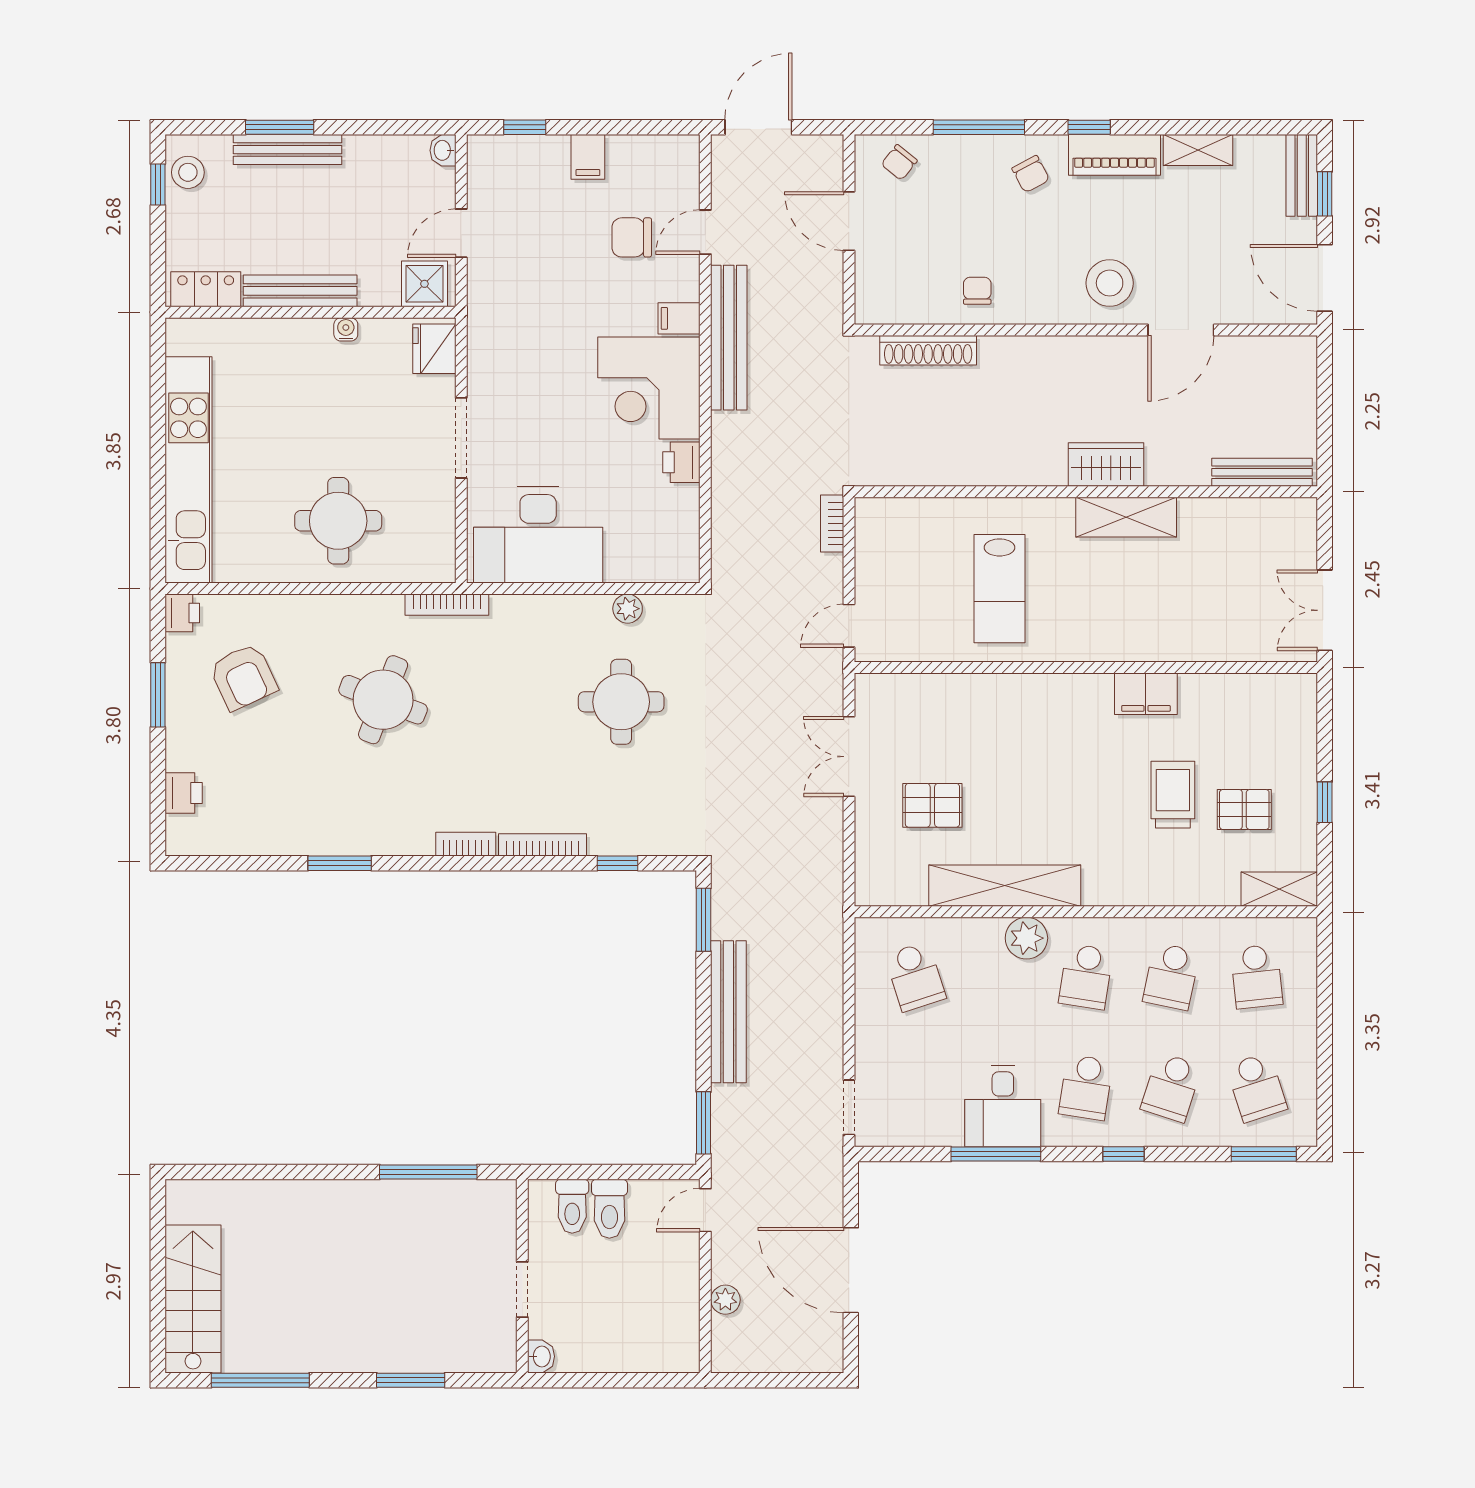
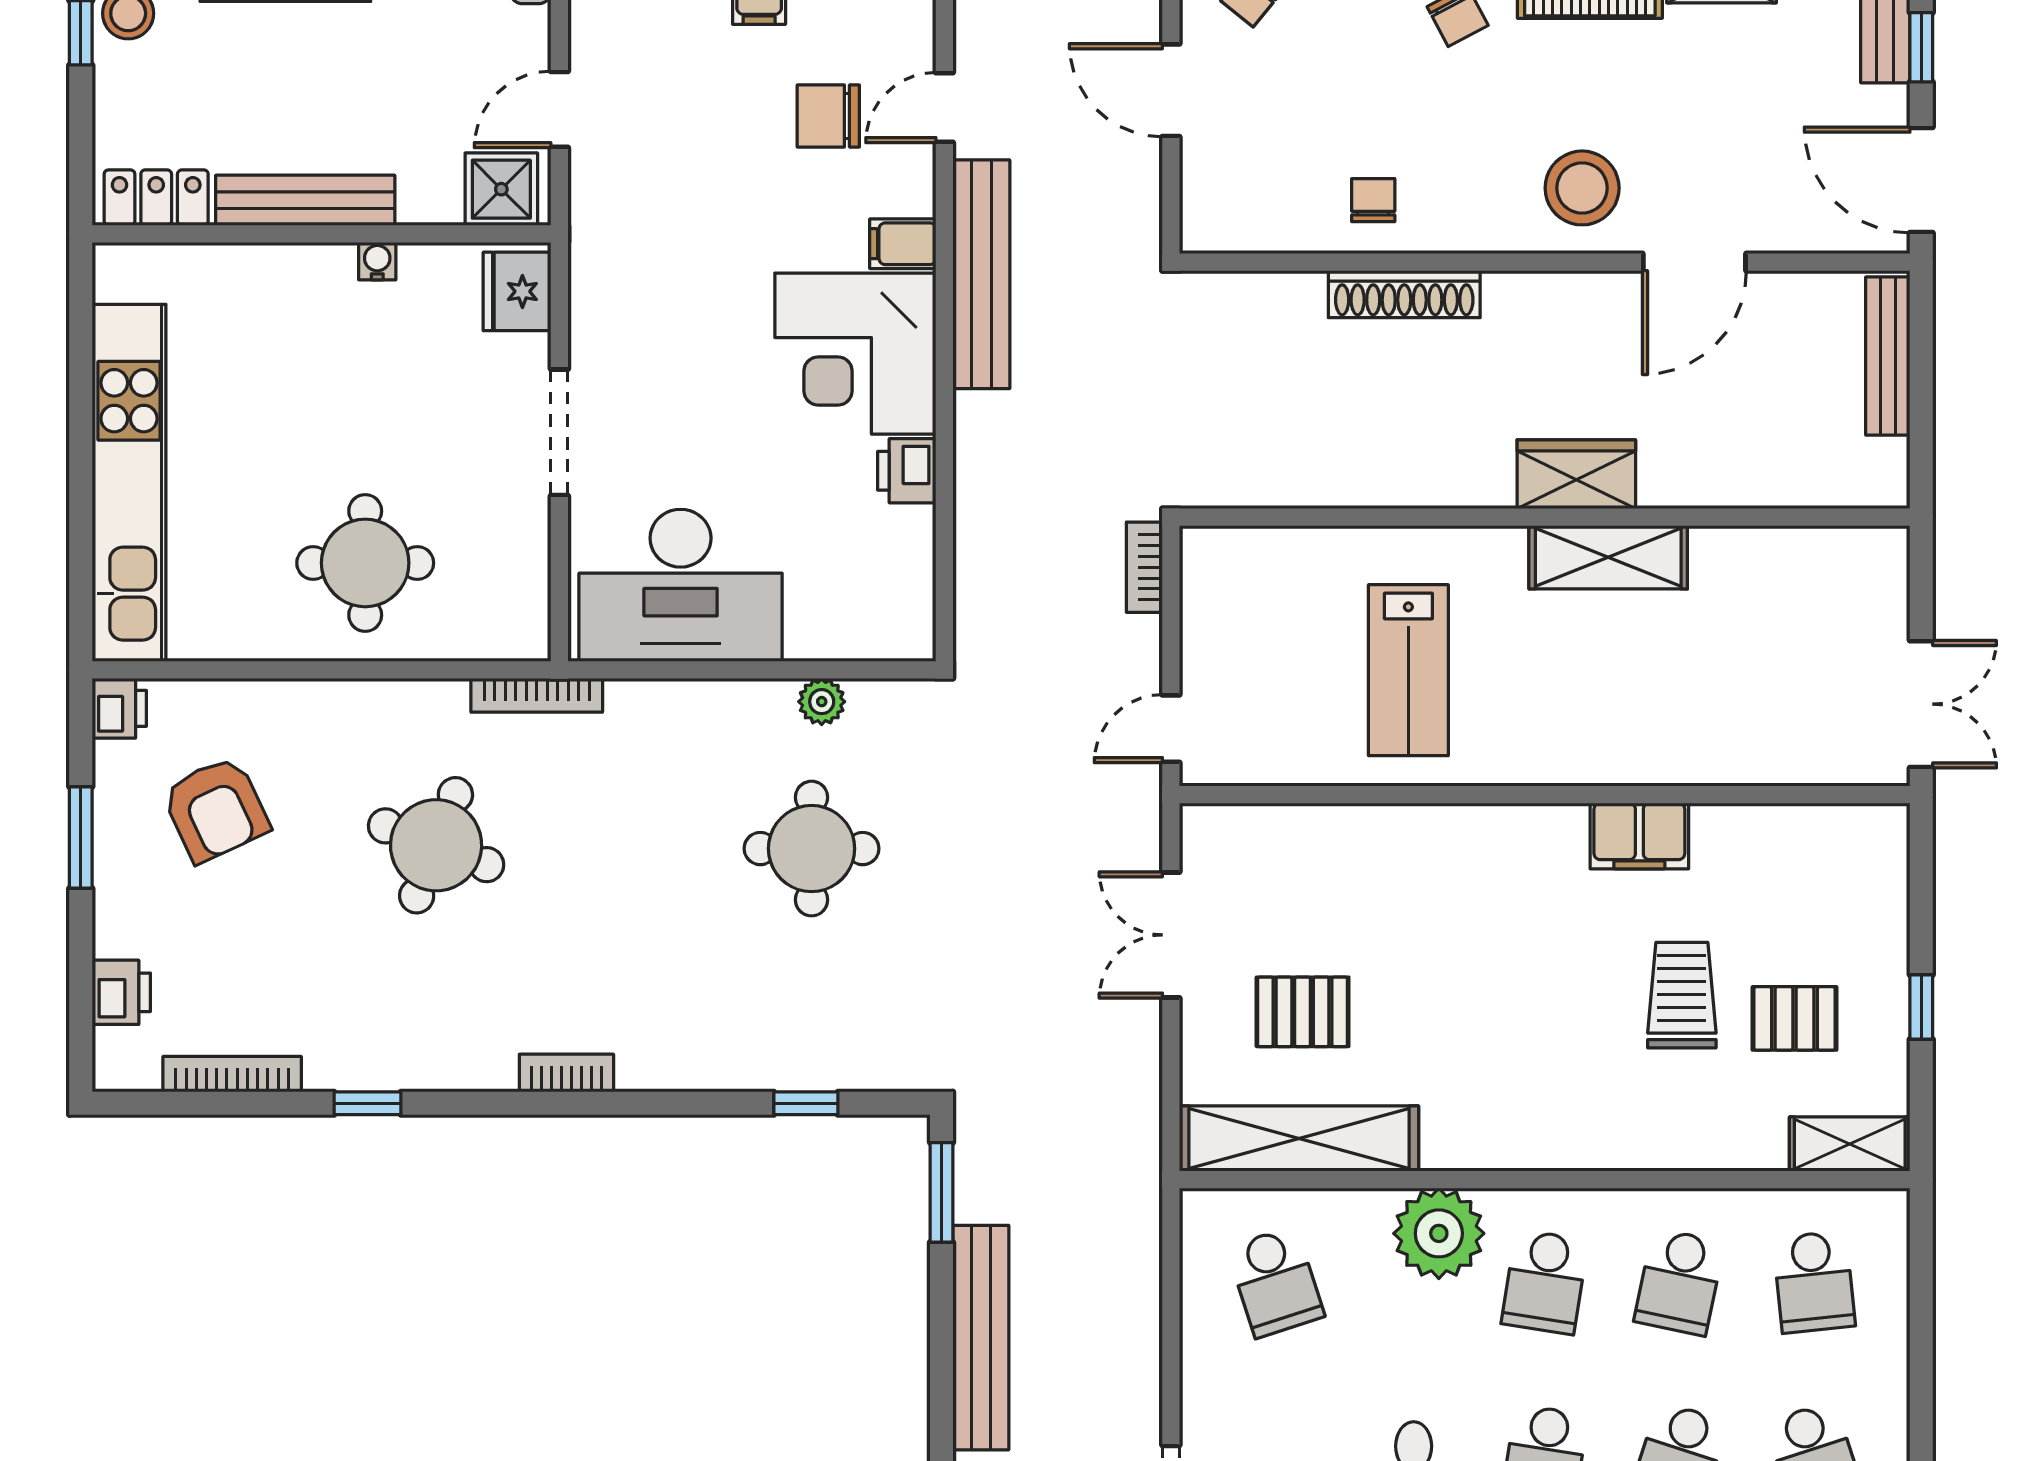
shoe rack: (928, 350) -> (1404, 294), moved
bench: (1262, 472) -> (1888, 356), moved, turned 90
double door: (1325, 610) -> (1921, 704), swing flipped
bookcase: (542, 845) -> (232, 1074), moved
window: (340, 863) -> (368, 1103), width x0.67
shelving: (1005, 886) -> (1299, 1139), moved
plant: (1026, 938) -> (1439, 1233), width x1.36, depth x1.36

